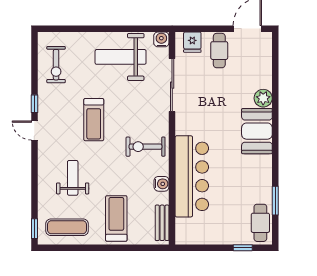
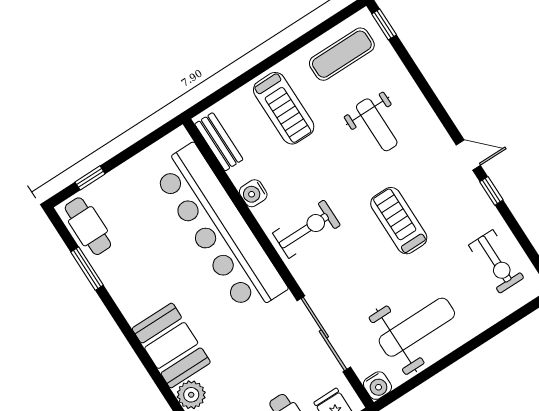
exercise bike: (56, 65) -> (496, 261), turned 180
bar counter: (192, 176) -> (219, 229), width x1.36

